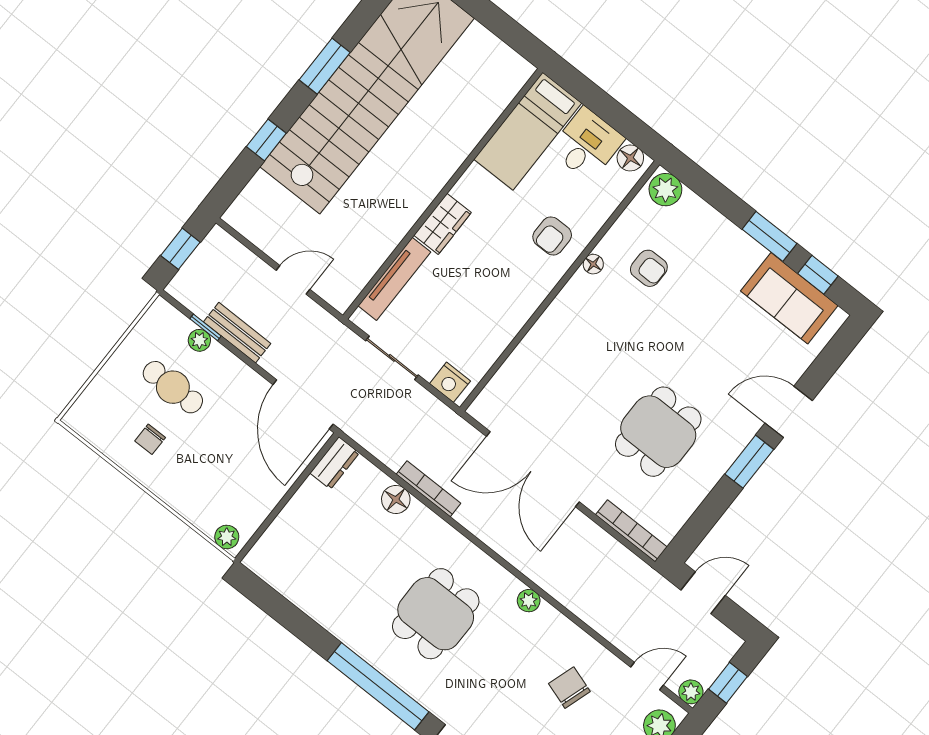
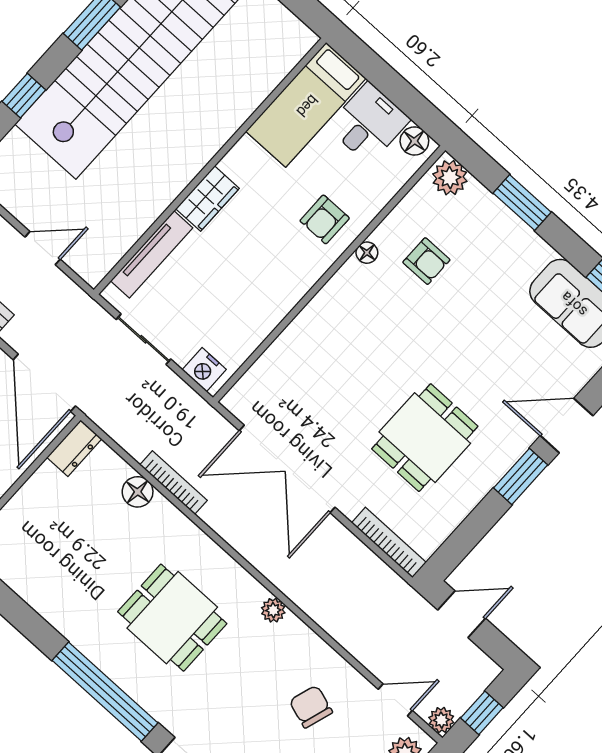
window: (769, 236) -> (522, 203), moved
dining table: (436, 614) -> (172, 618), turned 90

